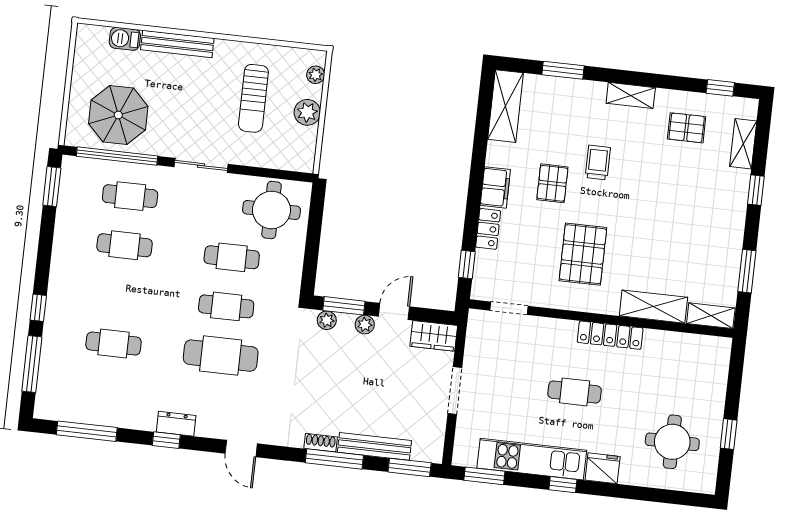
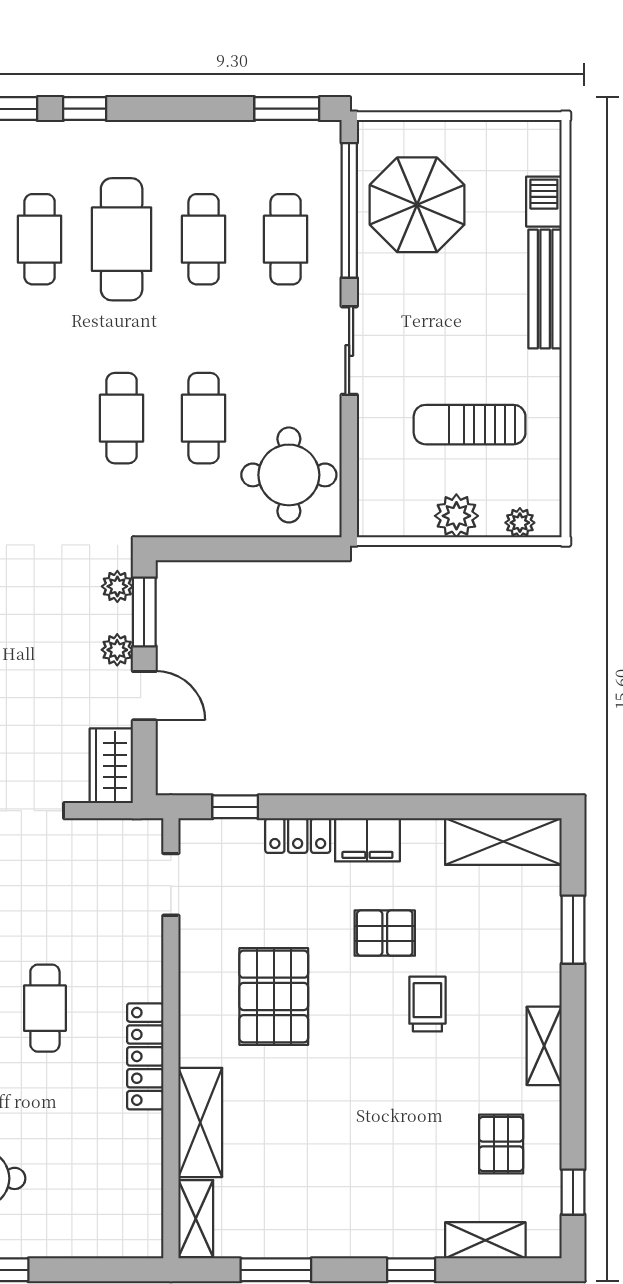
trolley: (598, 163) -> (427, 1004), turned -90
pallet: (583, 254) -> (274, 996), turned 90
cafe table: (221, 356) -> (122, 239), moved

